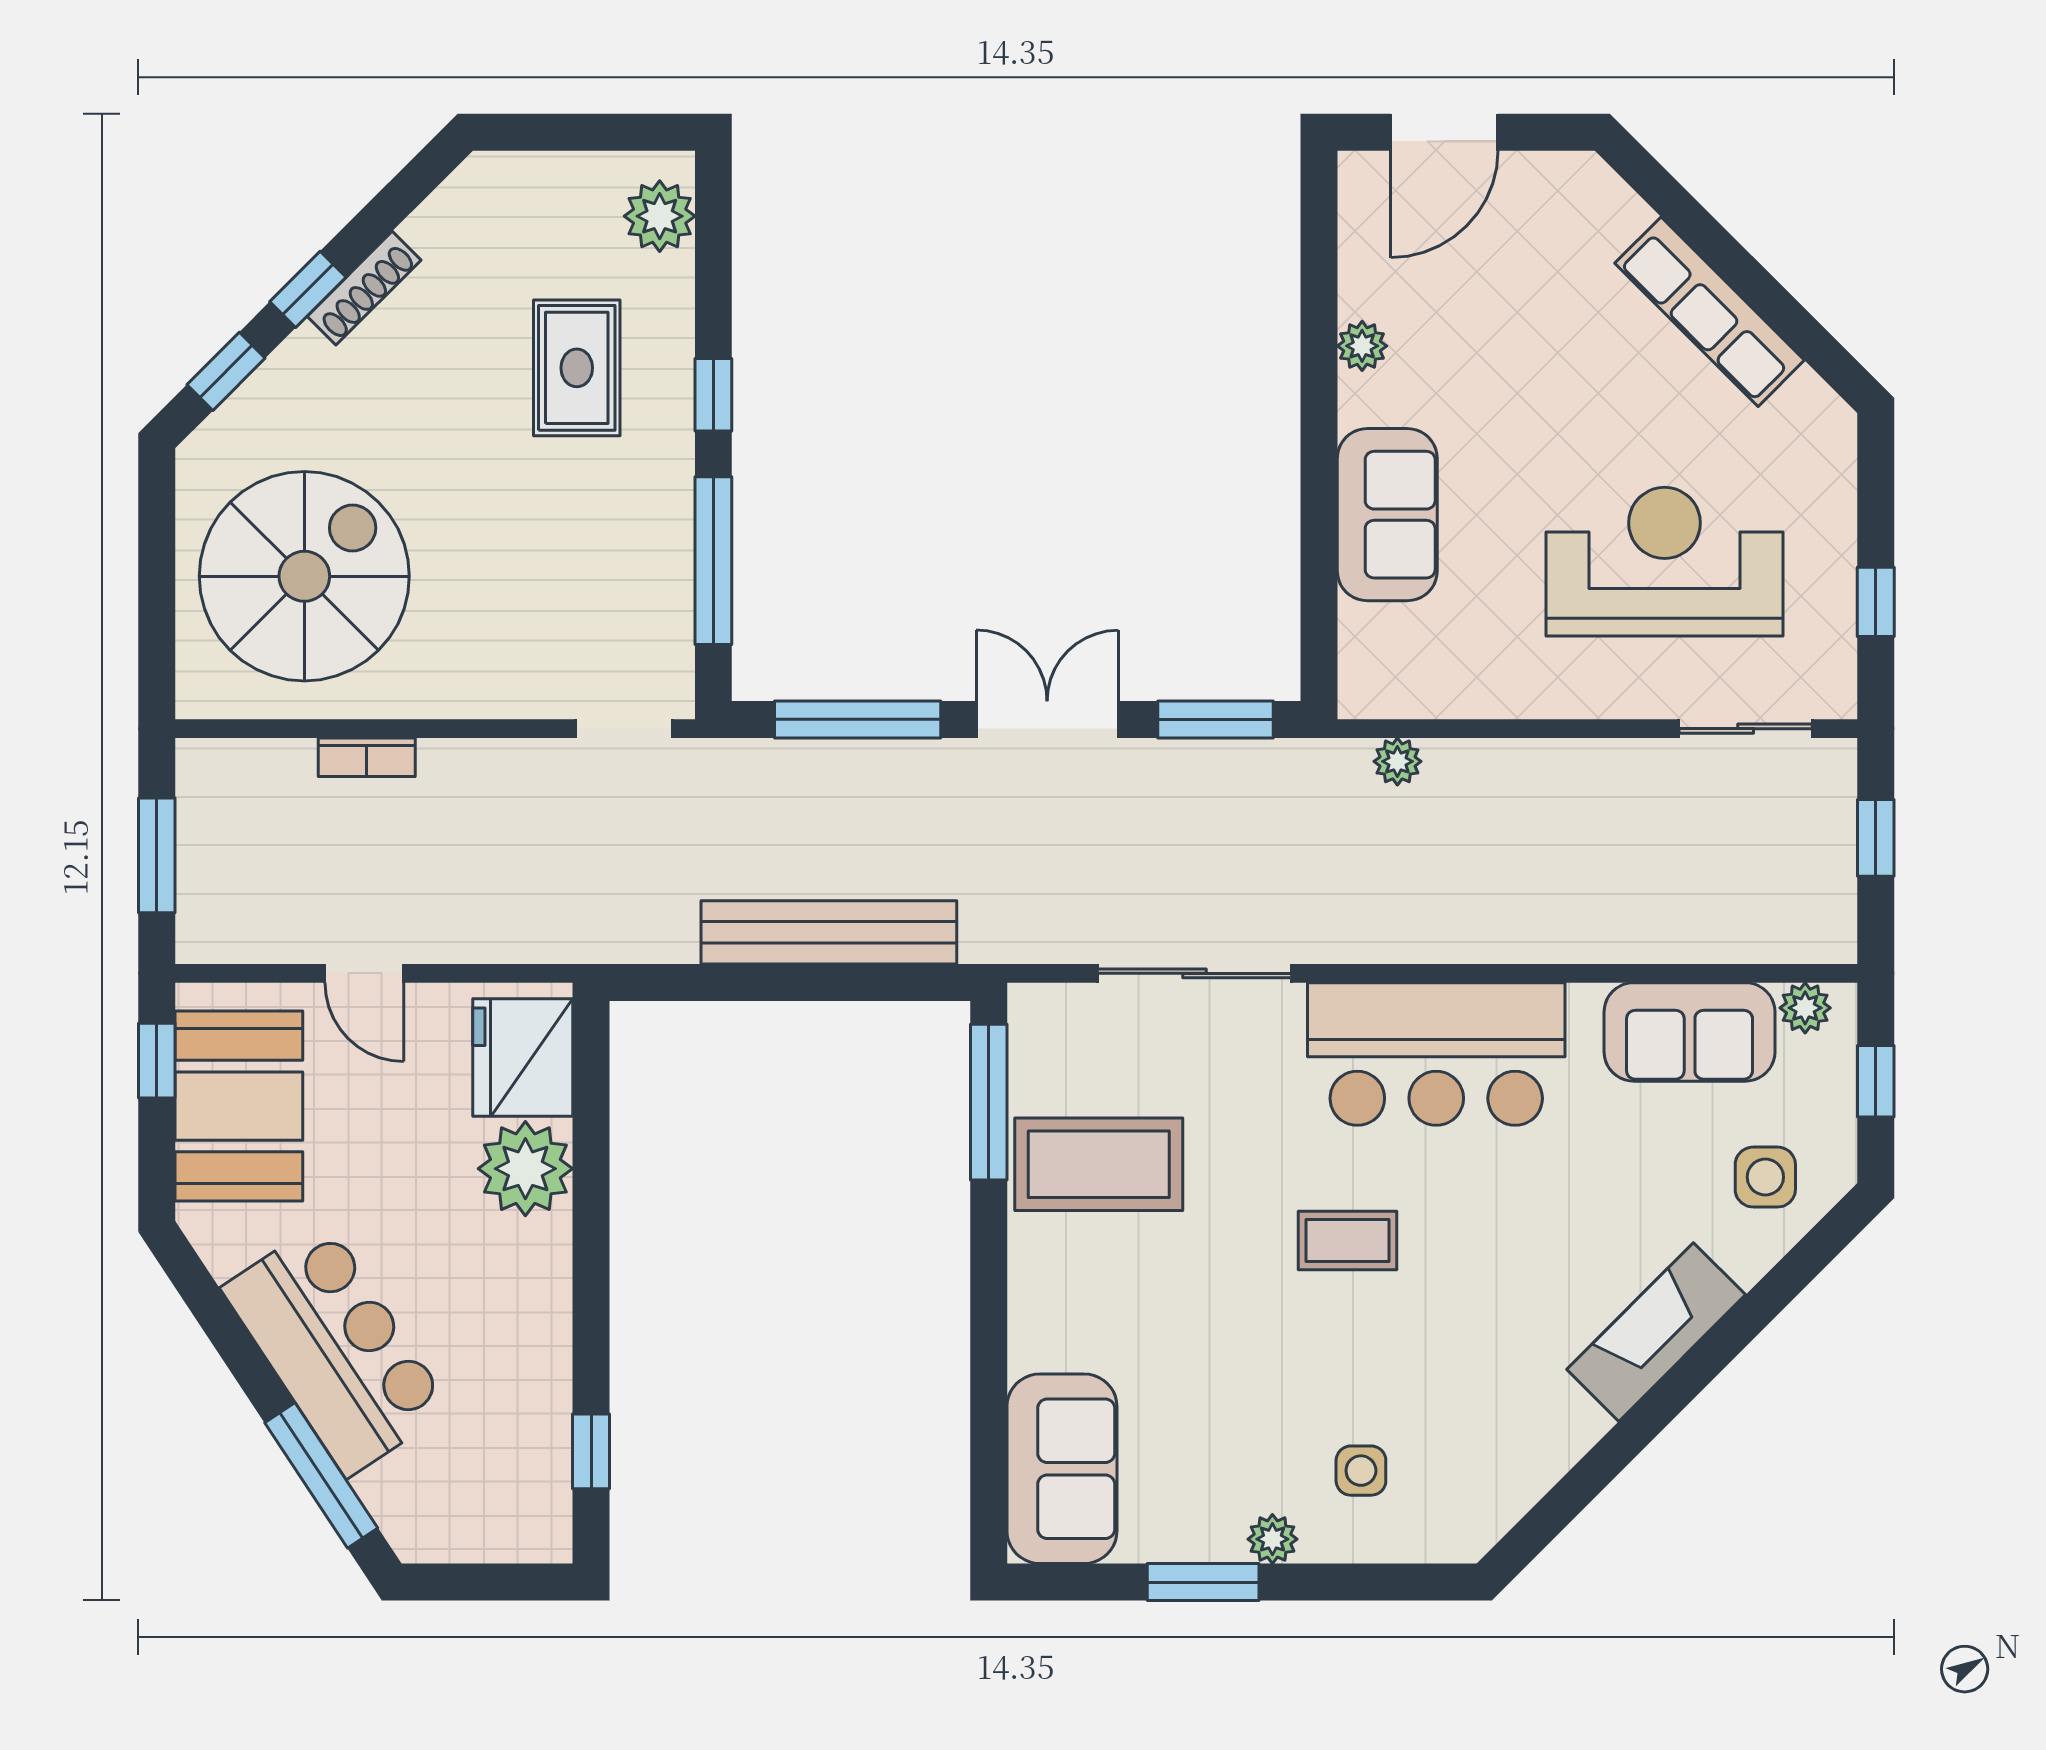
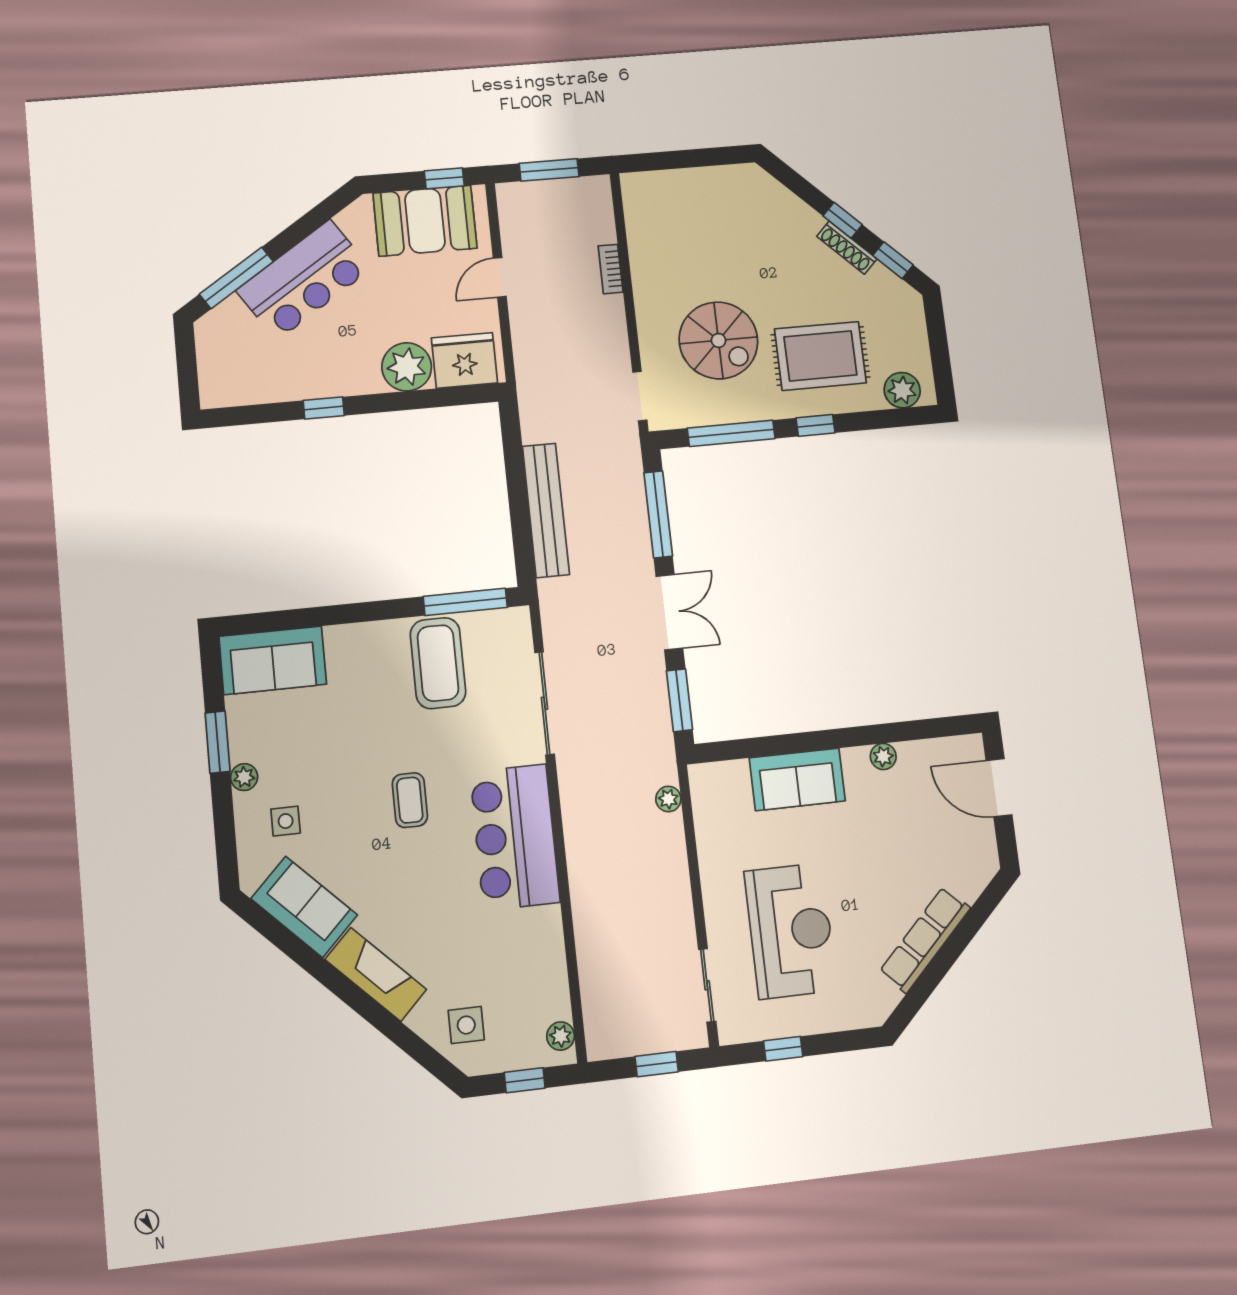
rug: (577, 368) -> (820, 356), width x1.36, depth x1.43
window: (226, 371) -> (893, 260), moved
spiral stairs: (304, 576) -> (719, 340), moved, width x0.73, depth x0.73
sofa: (1690, 1032) -> (304, 907), moved, turned 135
window: (591, 1451) -> (324, 408), moved

